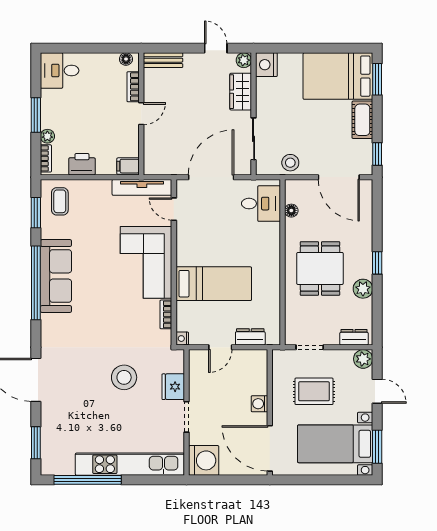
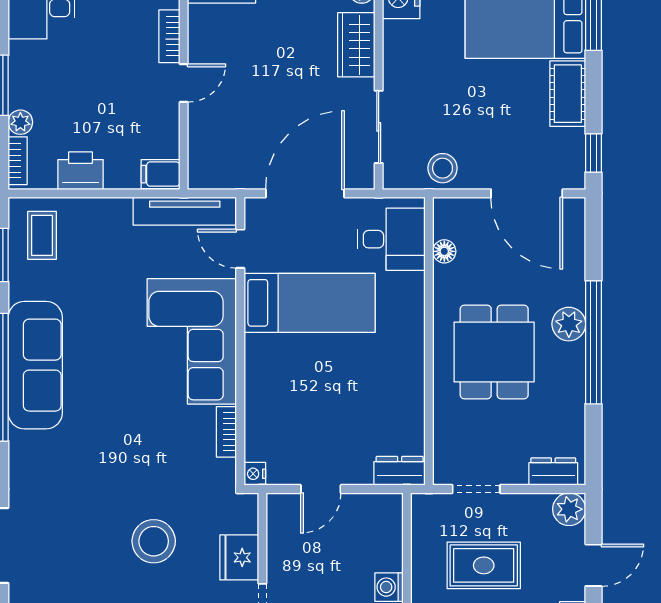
window: (377, 263) -> (593, 342), width x3.17
bed: (214, 284) -> (310, 303), moved
plant: (363, 289) -> (569, 324), moved
dresser: (250, 337) -> (400, 471), moved
door: (377, 391) -> (593, 565), hinge flipped

